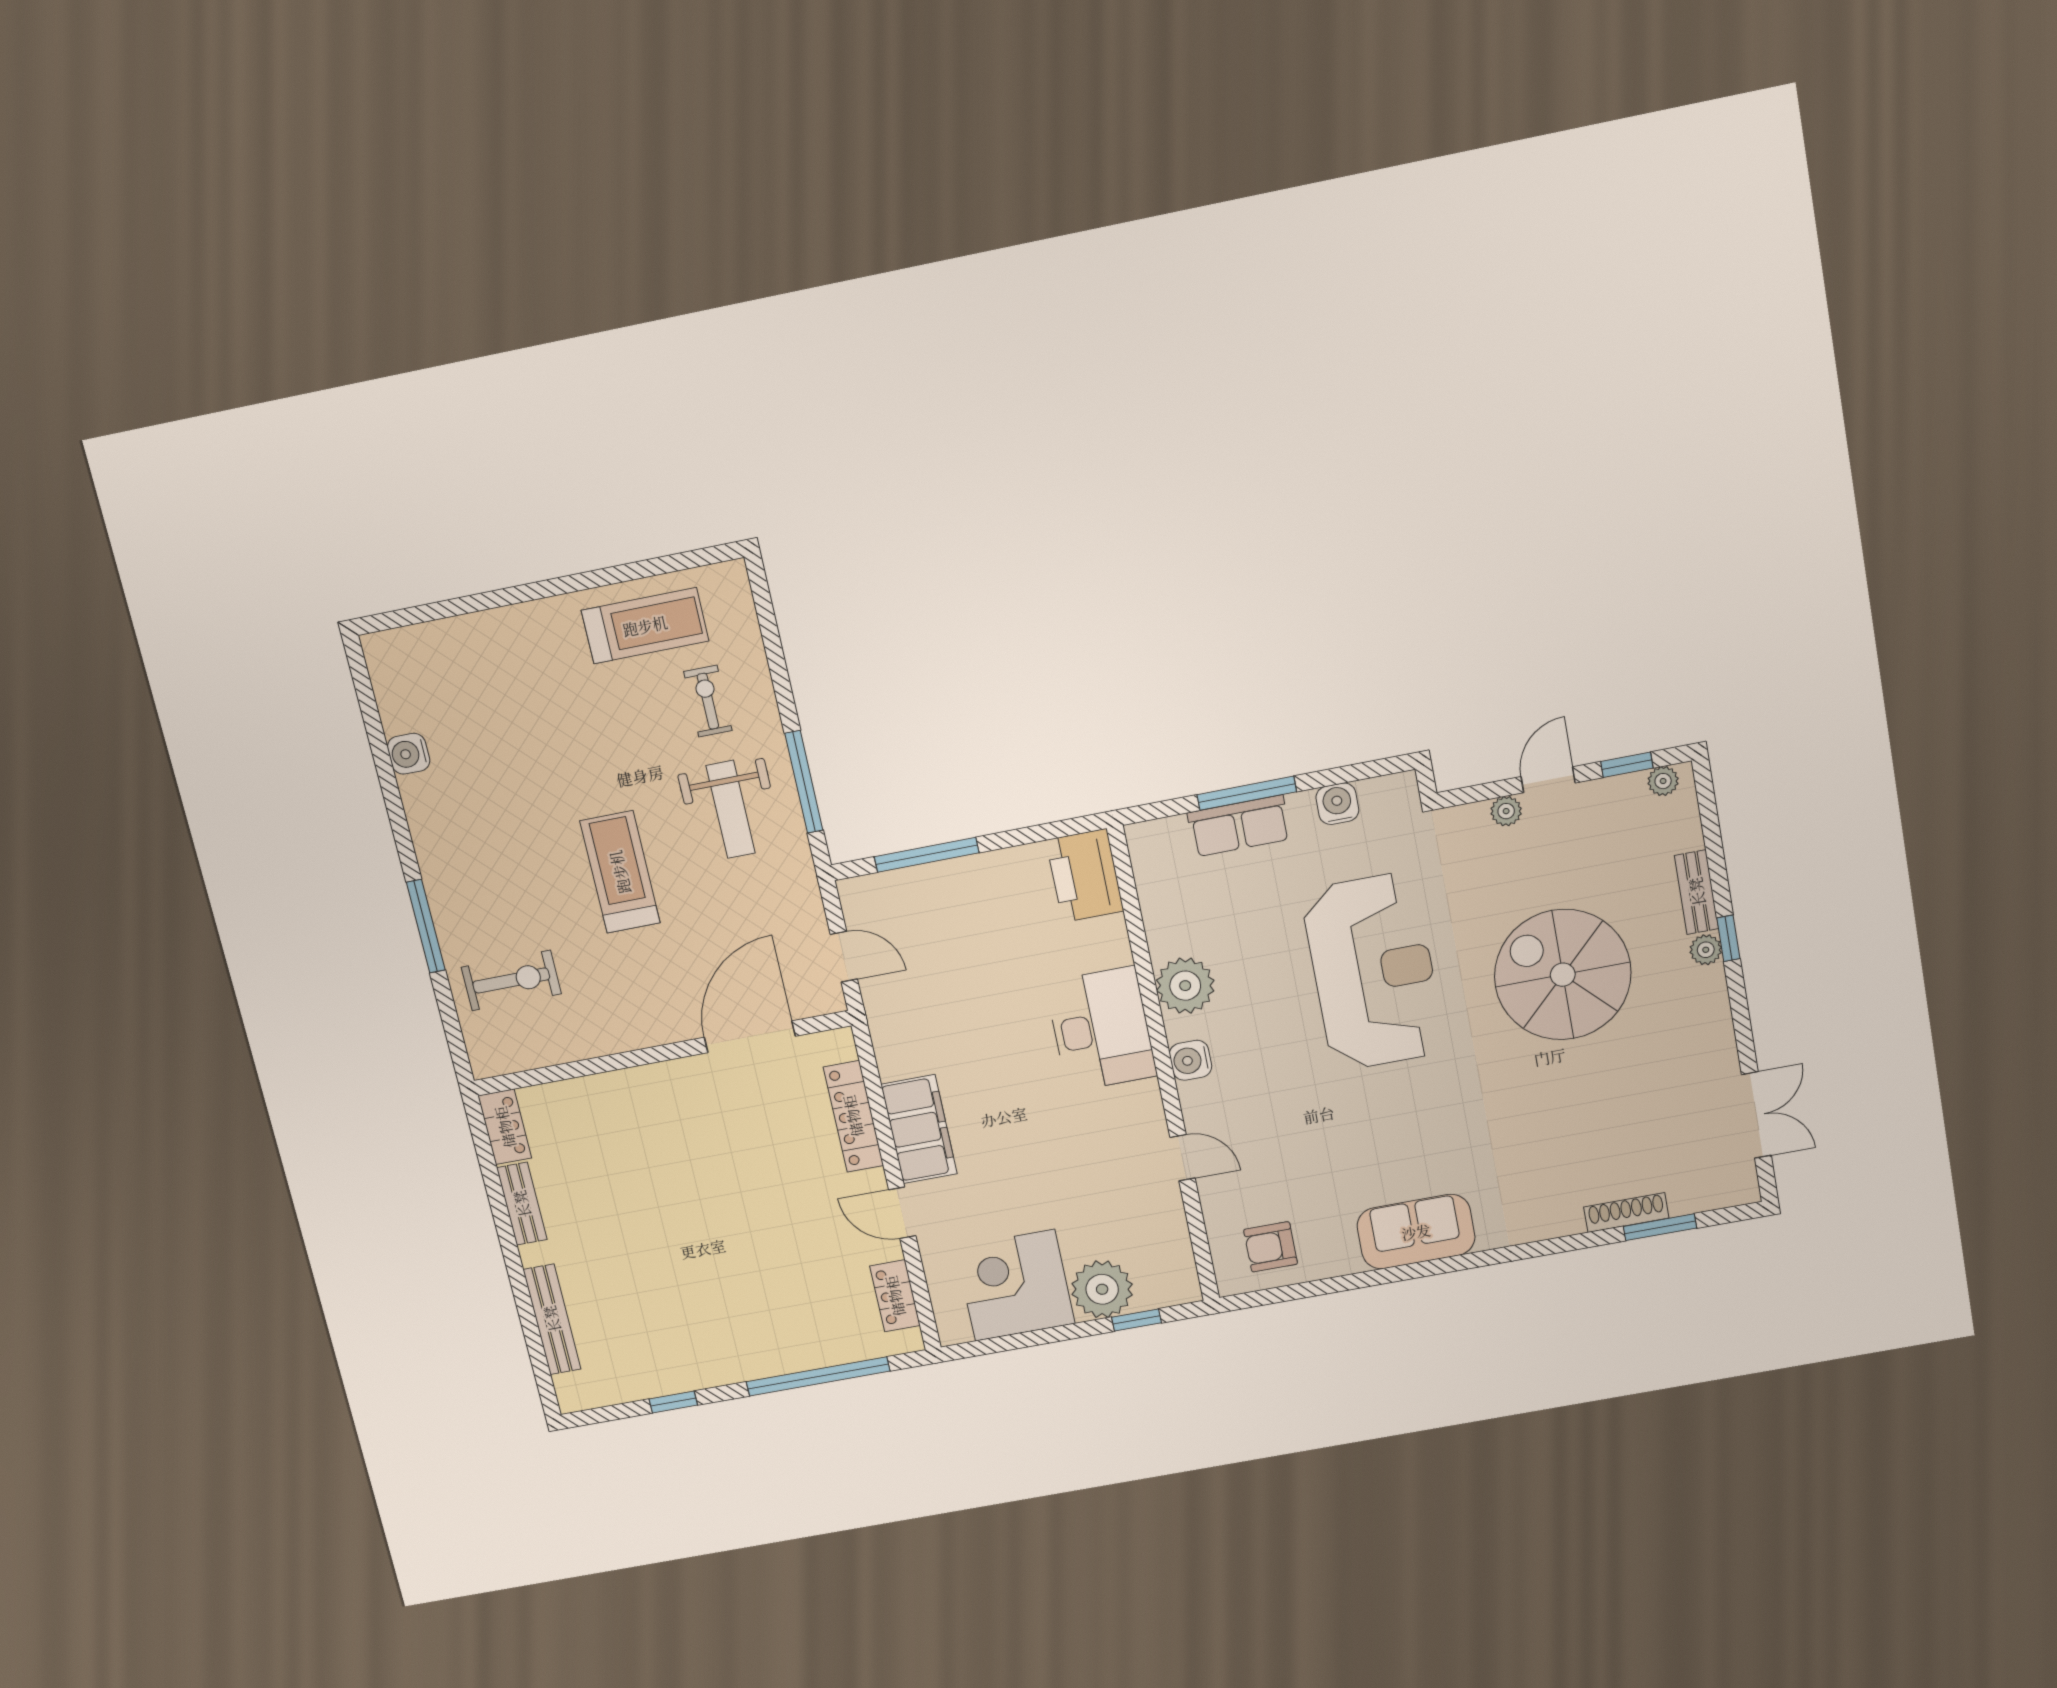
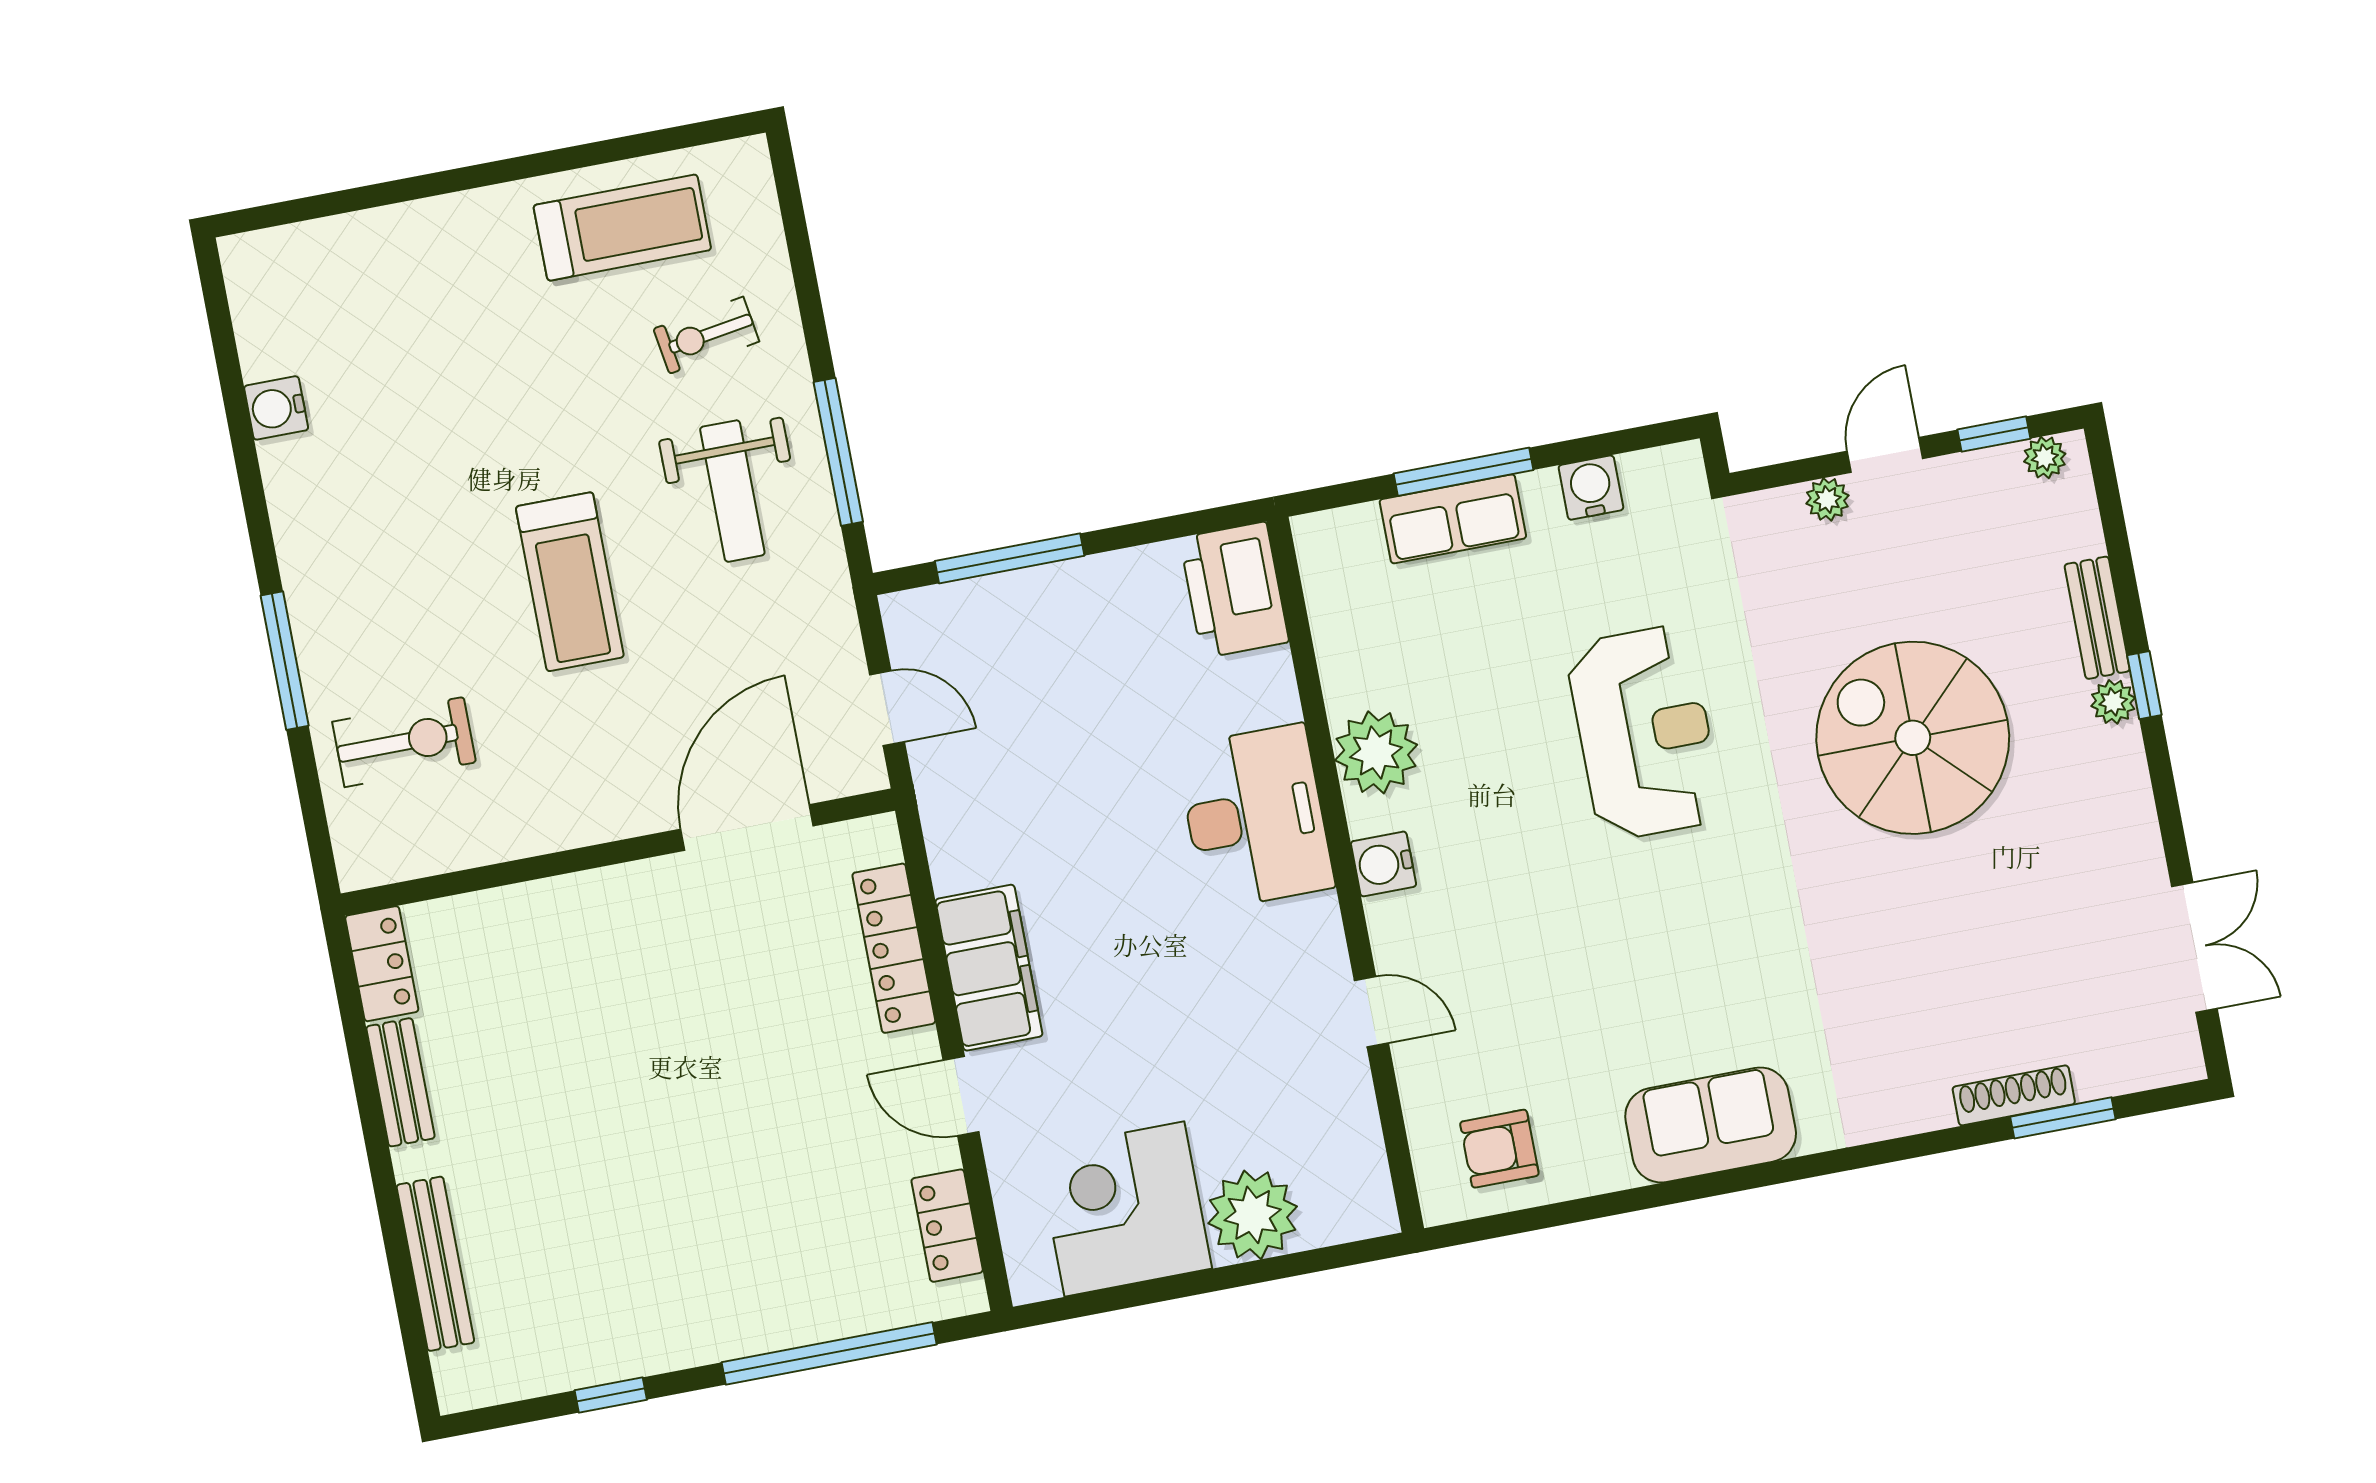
exercise bike: (708, 701) -> (706, 335), turned -99
treadmill: (620, 872) -> (570, 582), turned 180
reception desk: (1373, 972) -> (1644, 733), width x0.74, depth x0.77
window: (1136, 1320) -> (1303, 1263), removed

